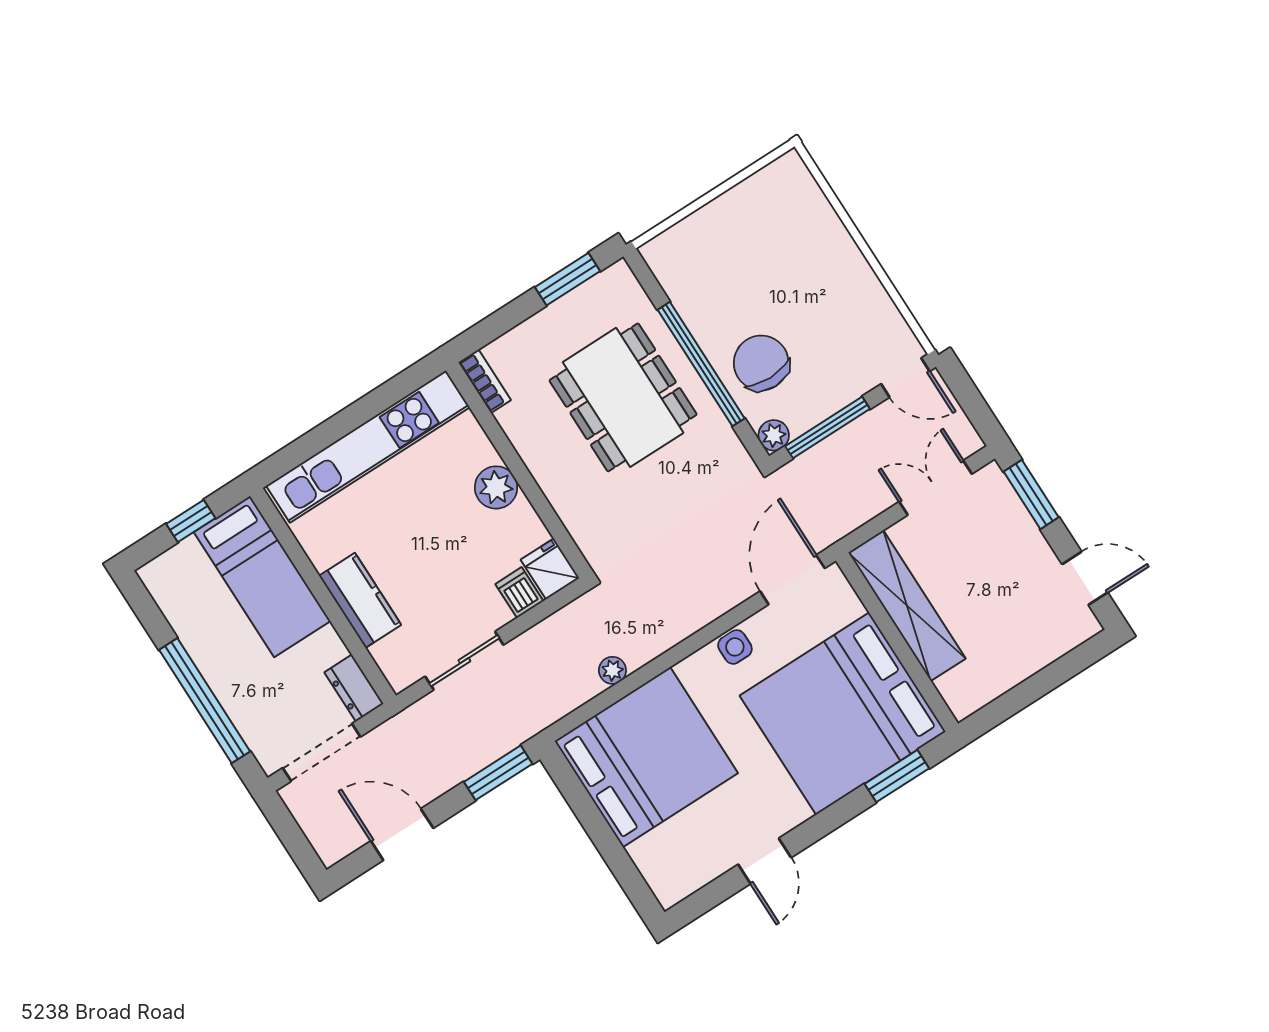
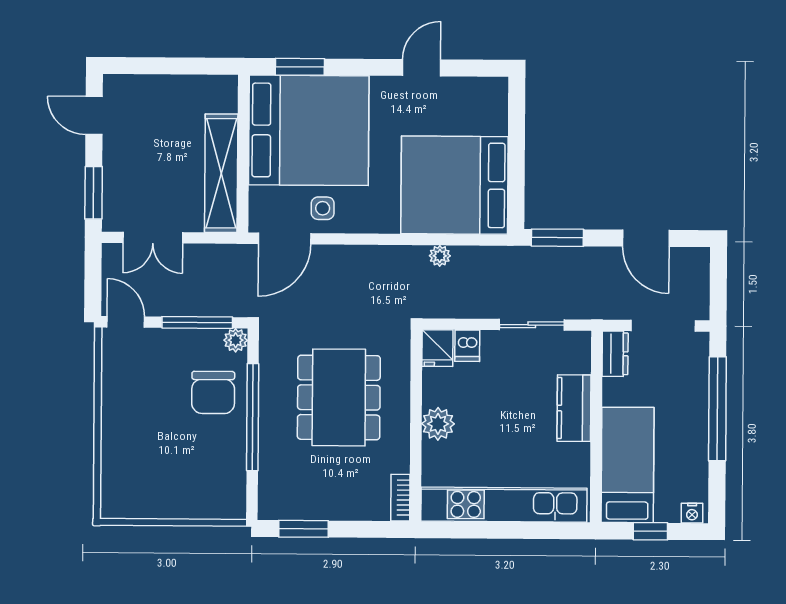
dining table: (623, 397) -> (339, 397), moved
nightstand: (159, 570) -> (692, 513), added
side table: (735, 647) -> (323, 208), moved

